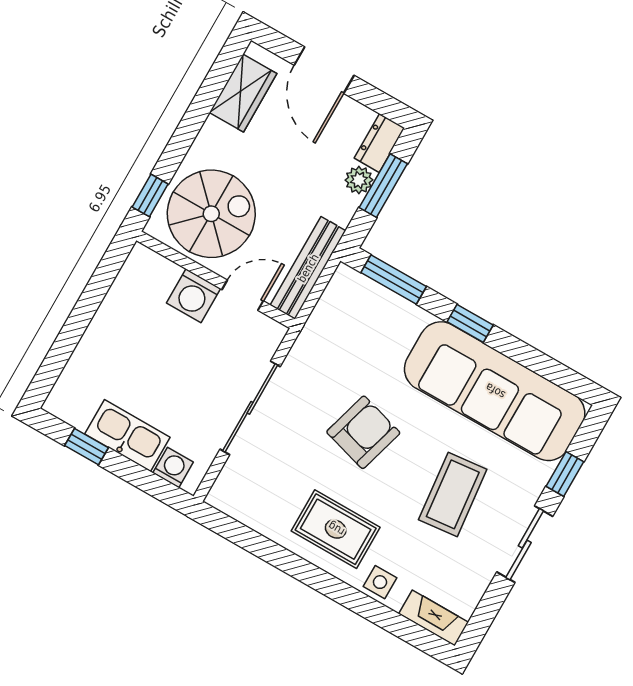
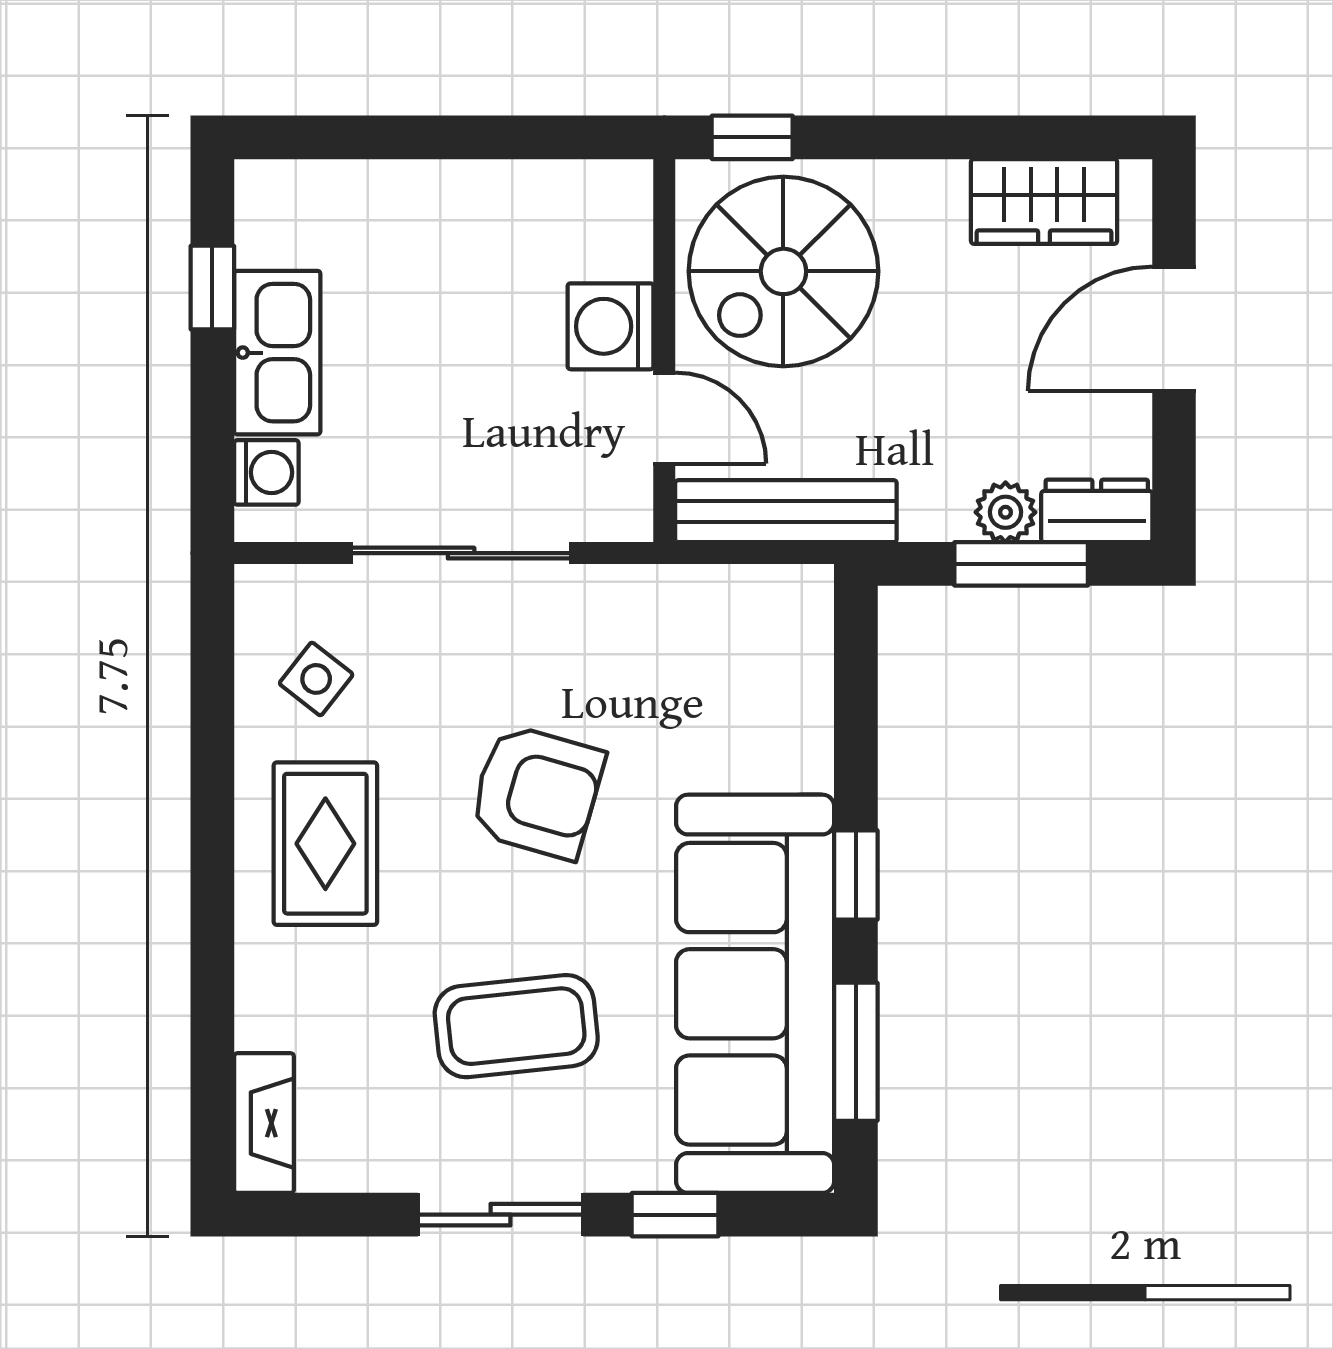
spiral stairs: (211, 214) -> (783, 271), turned 90
window: (394, 280) -> (856, 1052), moved
side table: (380, 582) -> (316, 679), moved, turned 38

